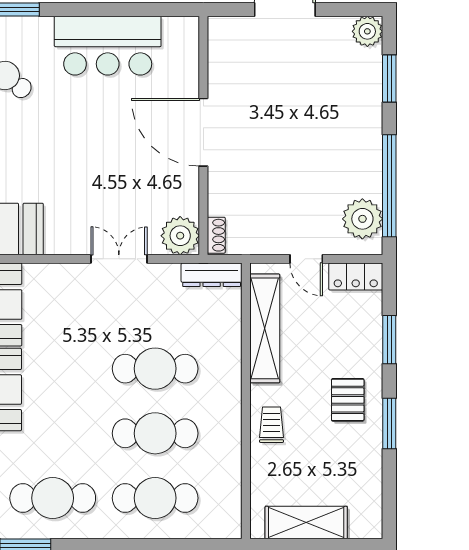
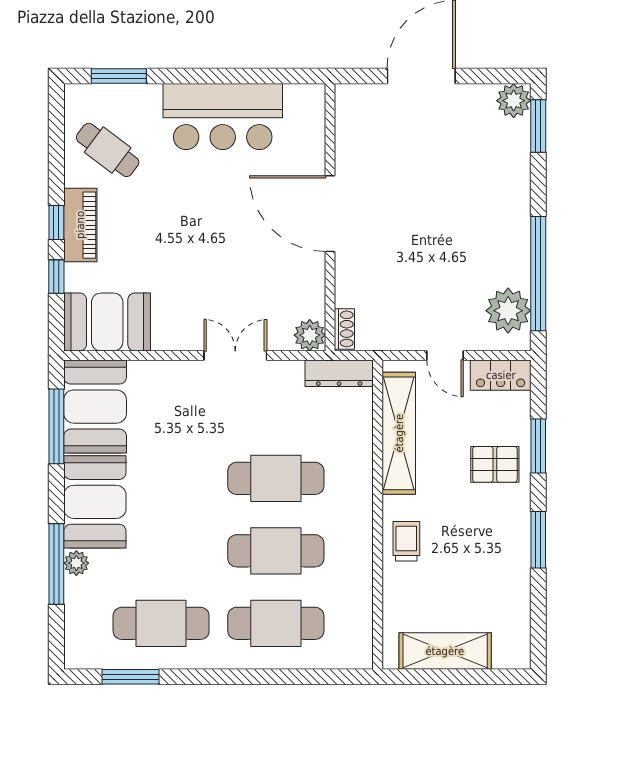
window: (389, 79) -> (538, 126), moved
plant: (180, 236) -> (310, 335), width x0.73, depth x0.73
pallet: (348, 400) -> (495, 464), moved, turned 90

